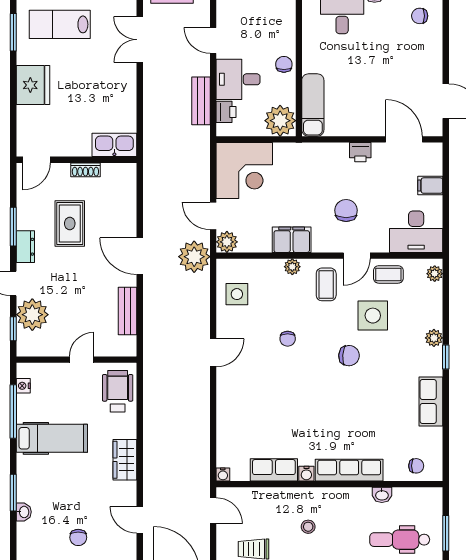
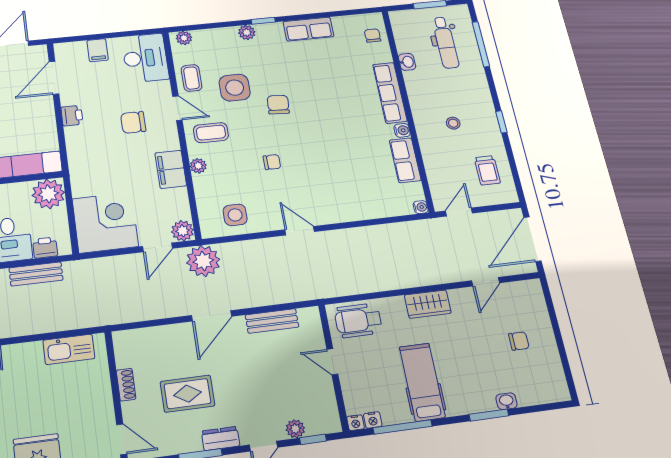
kitchen sink: (114, 145) -> (69, 349), moved, turned -90
plant: (32, 315) -> (295, 429), width x0.53, depth x0.53
nightstand: (23, 370) -> (356, 423), added

